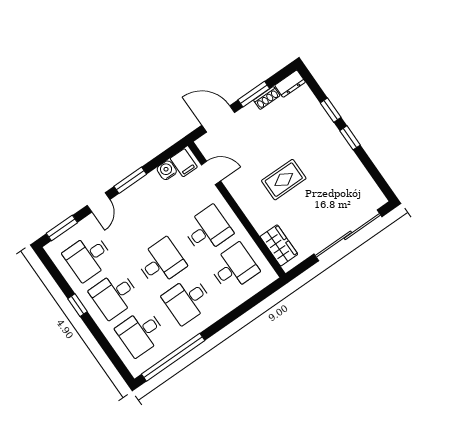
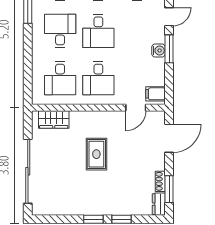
window: (254, 94) -> (169, 189), moved
water cooler: (167, 170) -> (159, 50), moved
door: (98, 202) -> (169, 17), swing flipped

